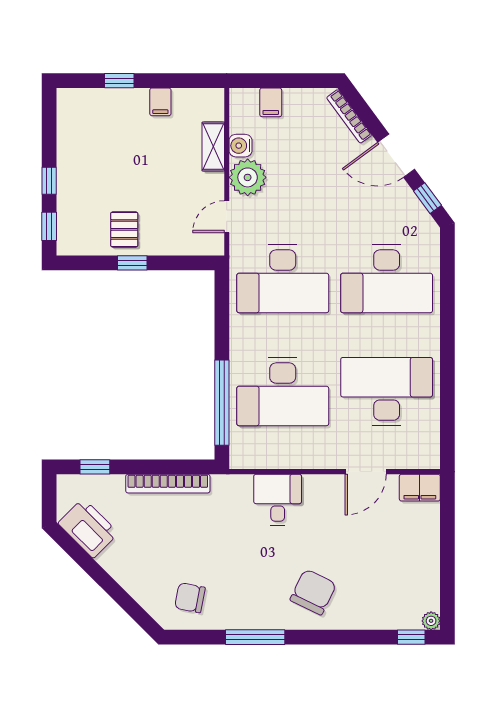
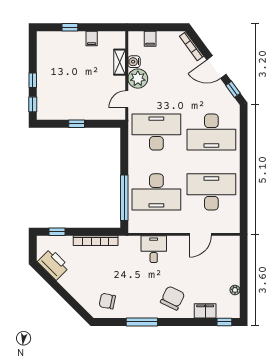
pallet: (124, 229) -> (73, 106), removed
desk: (283, 279) -> (156, 132), turned 180
filing cabinet: (420, 488) -> (205, 311), moved, turned 180
plant: (431, 621) -> (235, 290), moved

